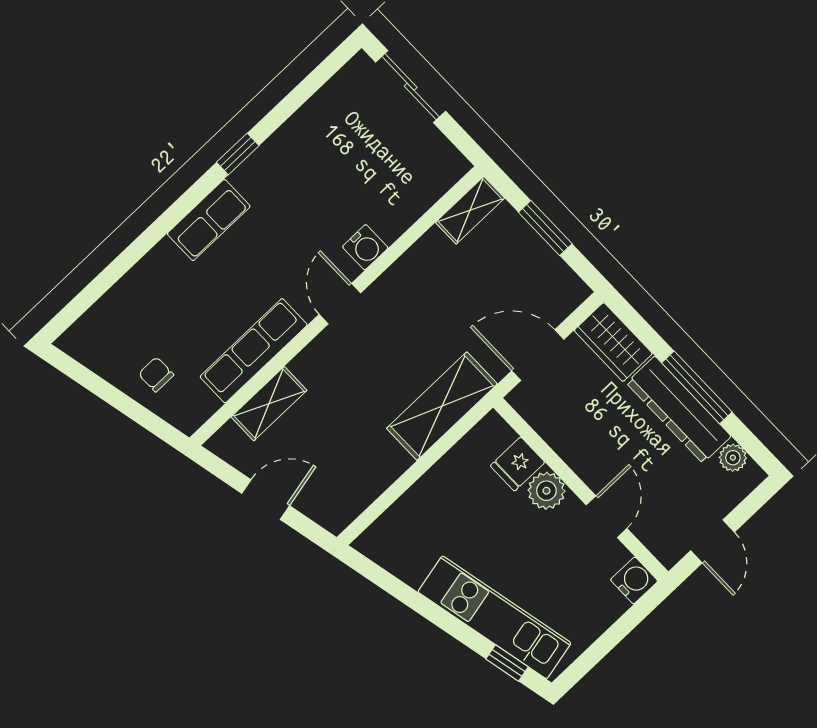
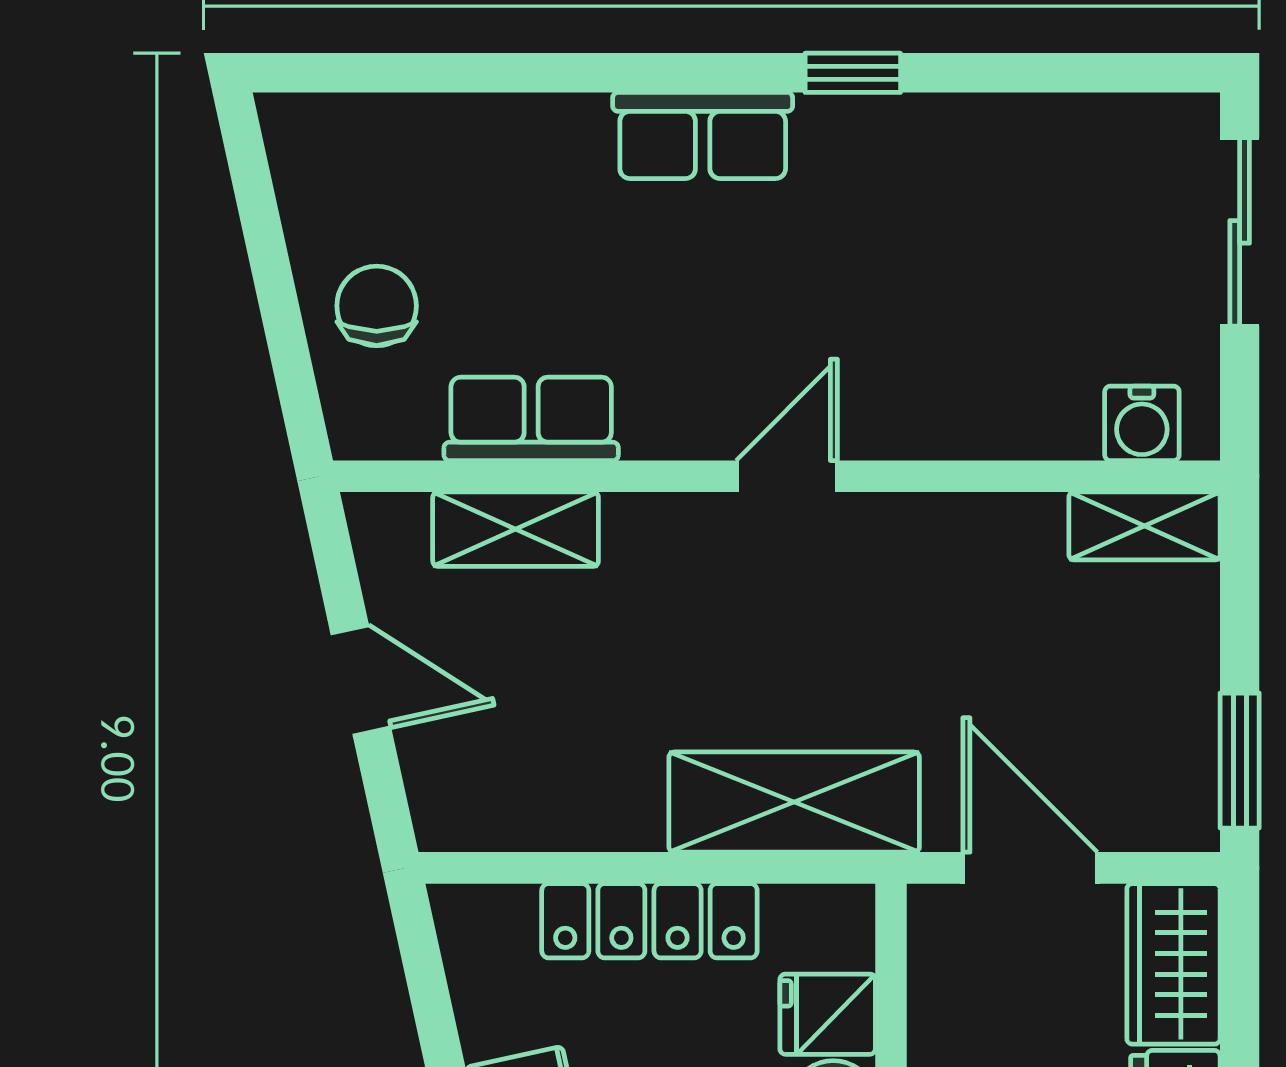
window: (545, 228) -> (1240, 761), moved
water cooler: (365, 247) -> (1142, 423), moved
row of seats: (254, 351) -> (531, 419), width x0.68
chair: (156, 374) -> (377, 306), width x1.37, depth x1.37
locker: (432, 488) -> (649, 921), added

